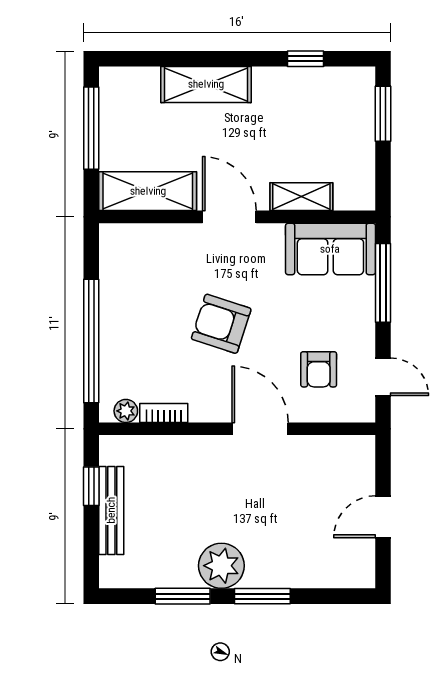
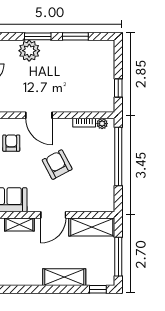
window: (305, 59) -> (98, 289), moved
door: (229, 217) -> (53, 215), hinge flipped
armchair: (221, 324) -> (57, 165), turned -136
bench: (111, 510) -> (109, 77), removed
plant: (221, 566) -> (29, 51), moved

